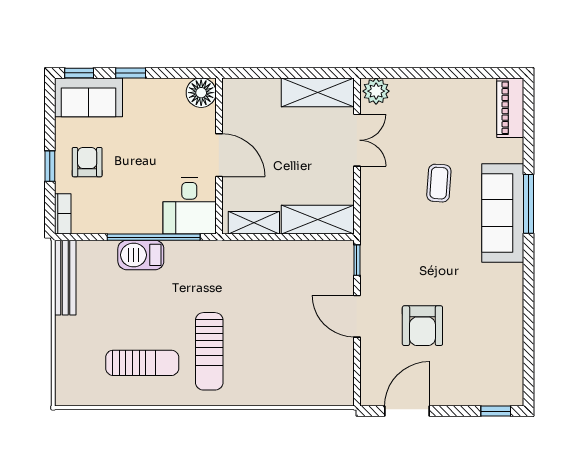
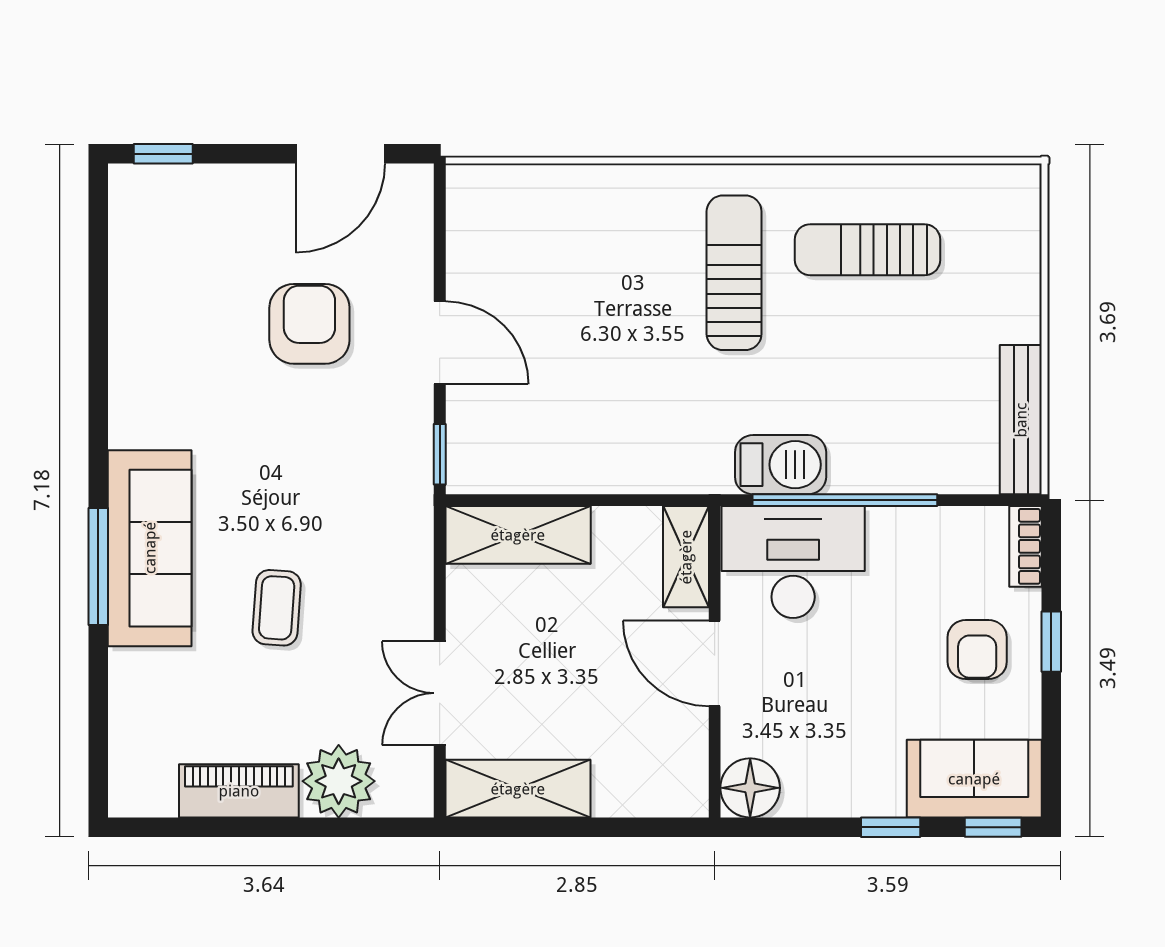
plant: (376, 91) -> (339, 781), moved, width x1.36, depth x1.36
piano: (510, 108) -> (239, 791), moved, turned -90
desk: (189, 206) -> (793, 562), width x1.37
shelving: (254, 223) -> (686, 557), moved, turned 90
barbecue: (141, 255) -> (781, 465), moved

